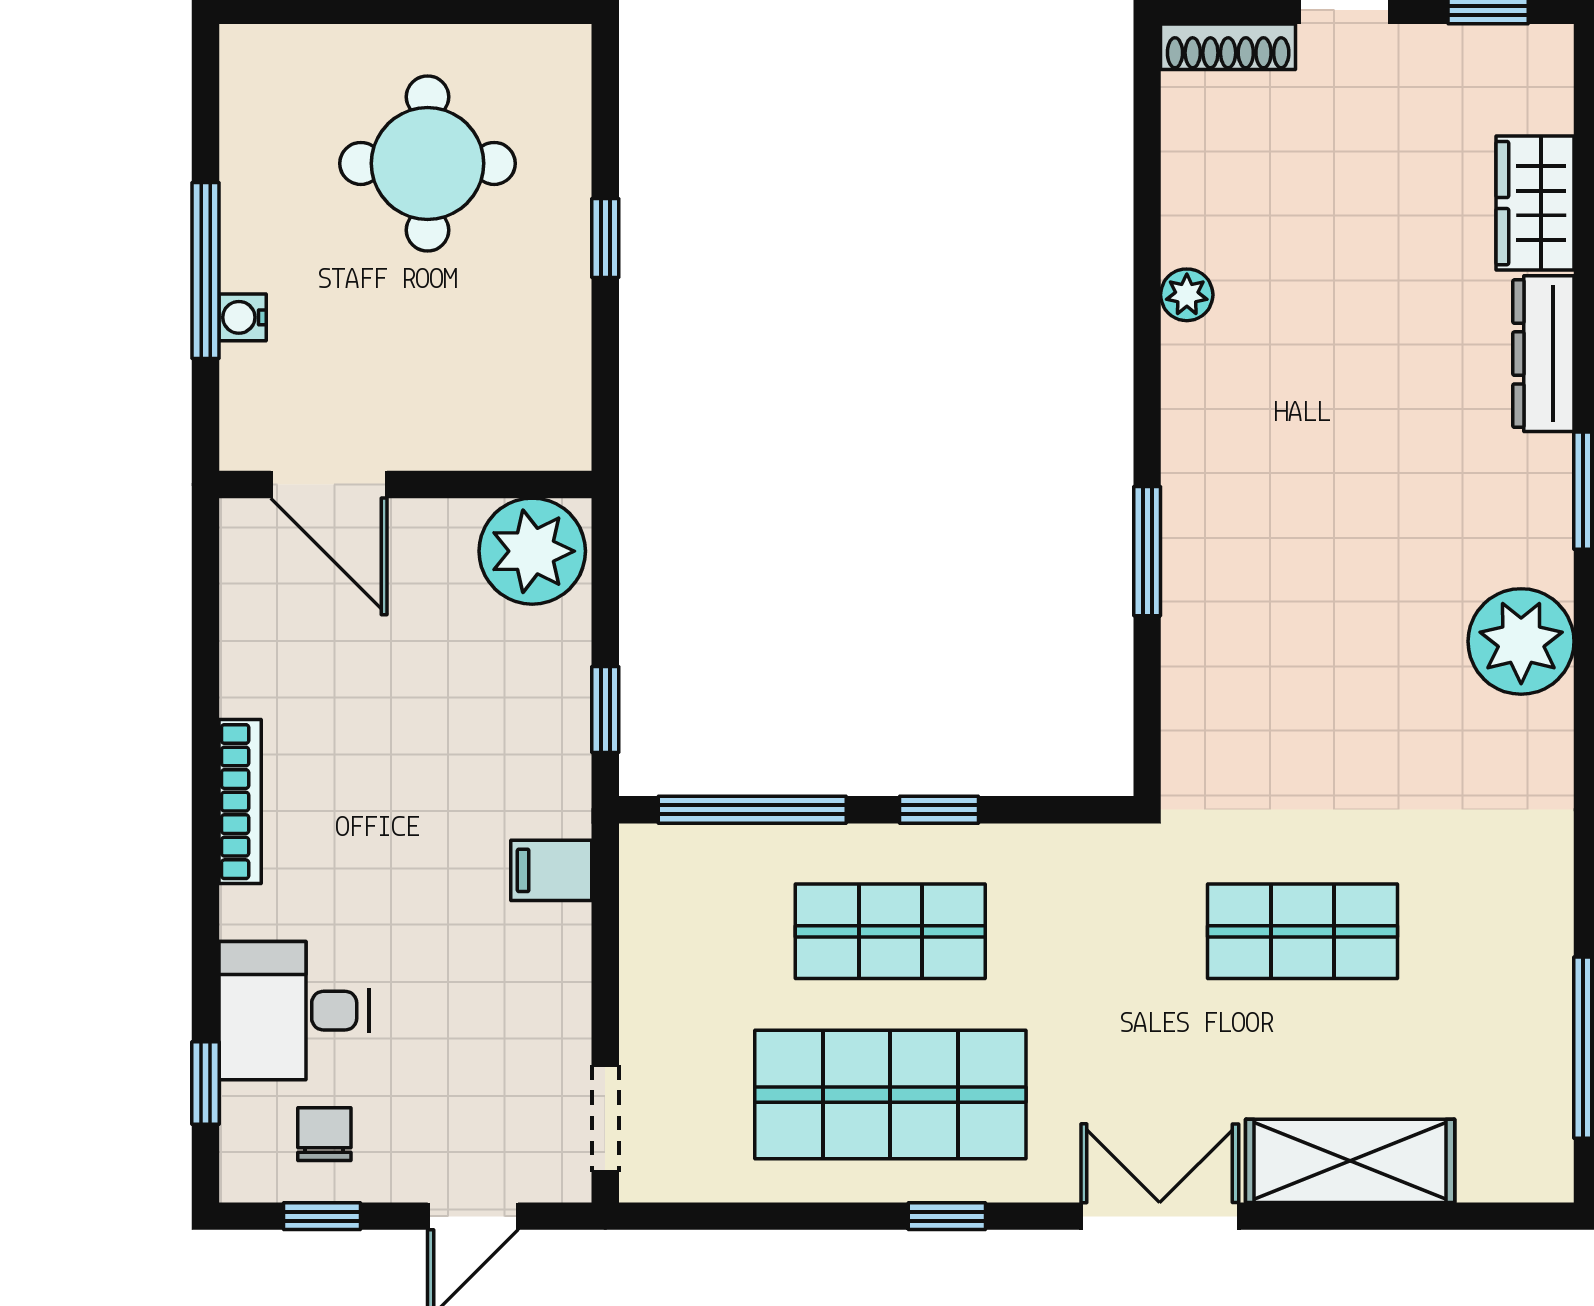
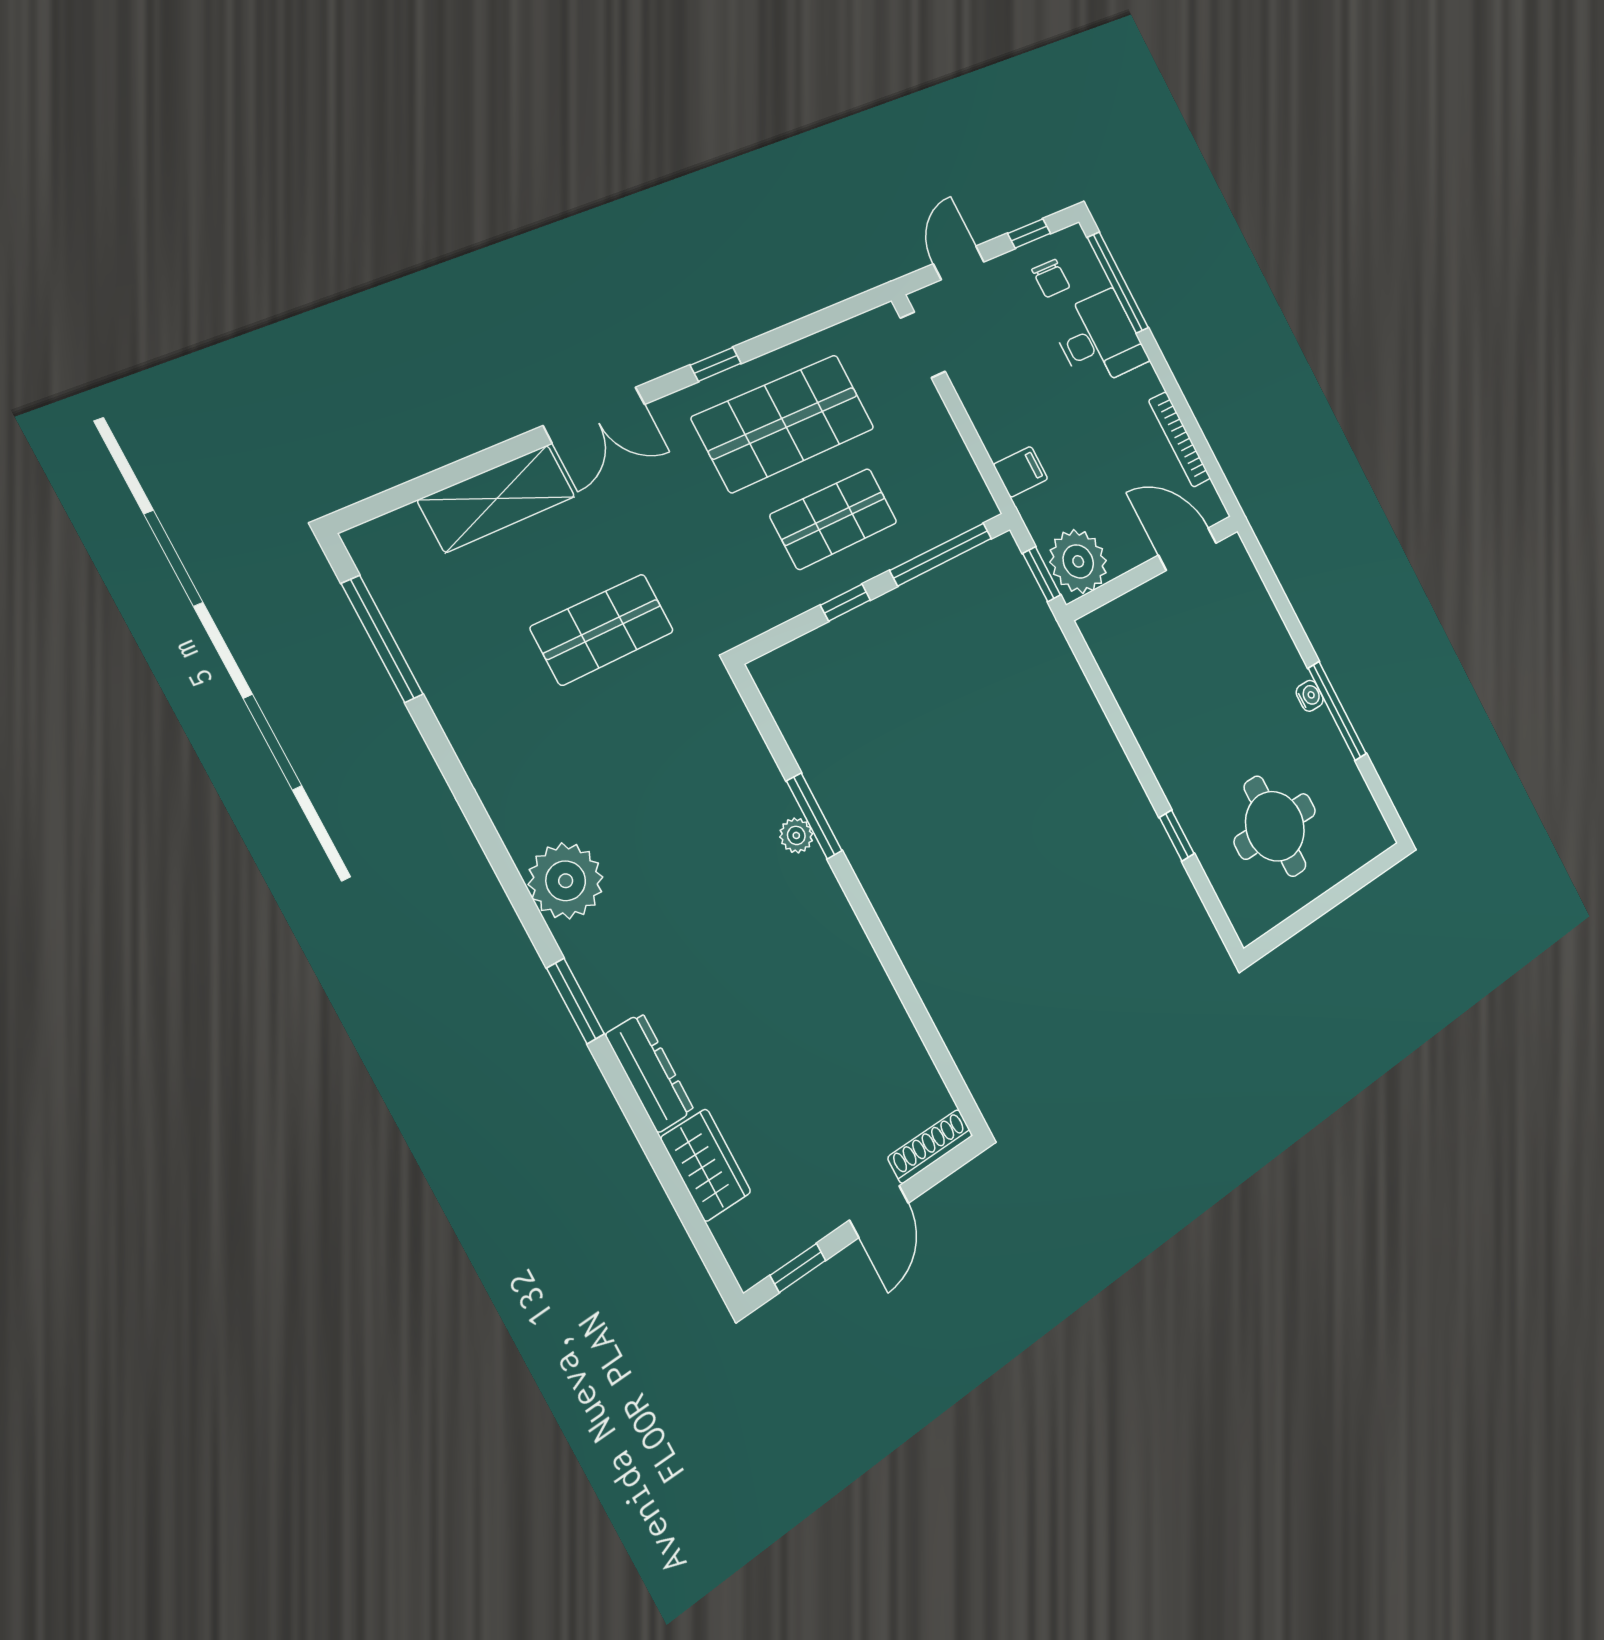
plant: (1187, 295) -> (796, 835), moved
door: (329, 485) -> (1187, 549), moved
wall: (405, 485) -> (1154, 567), moved
plant: (532, 551) -> (1078, 561), moved
window: (206, 1083) -> (1118, 283), width x2.17

